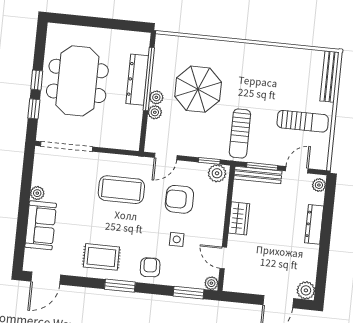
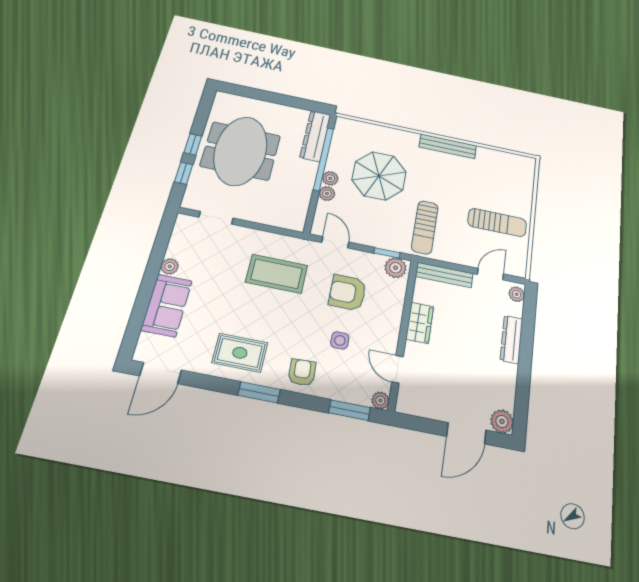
bench: (330, 77) -> (448, 146), moved, turned 90
dresser: (137, 80) -> (315, 136), moved
doorway: (67, 146) -> (216, 218), width x0.53
door: (166, 156) -> (335, 242), swing flipped
window: (262, 166) -> (450, 266), removed

